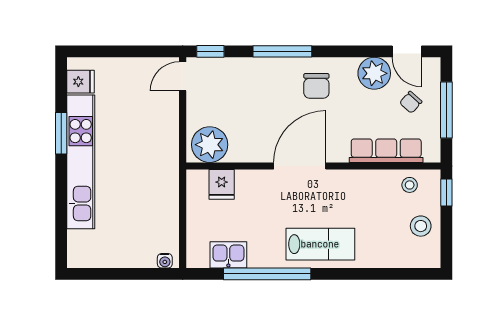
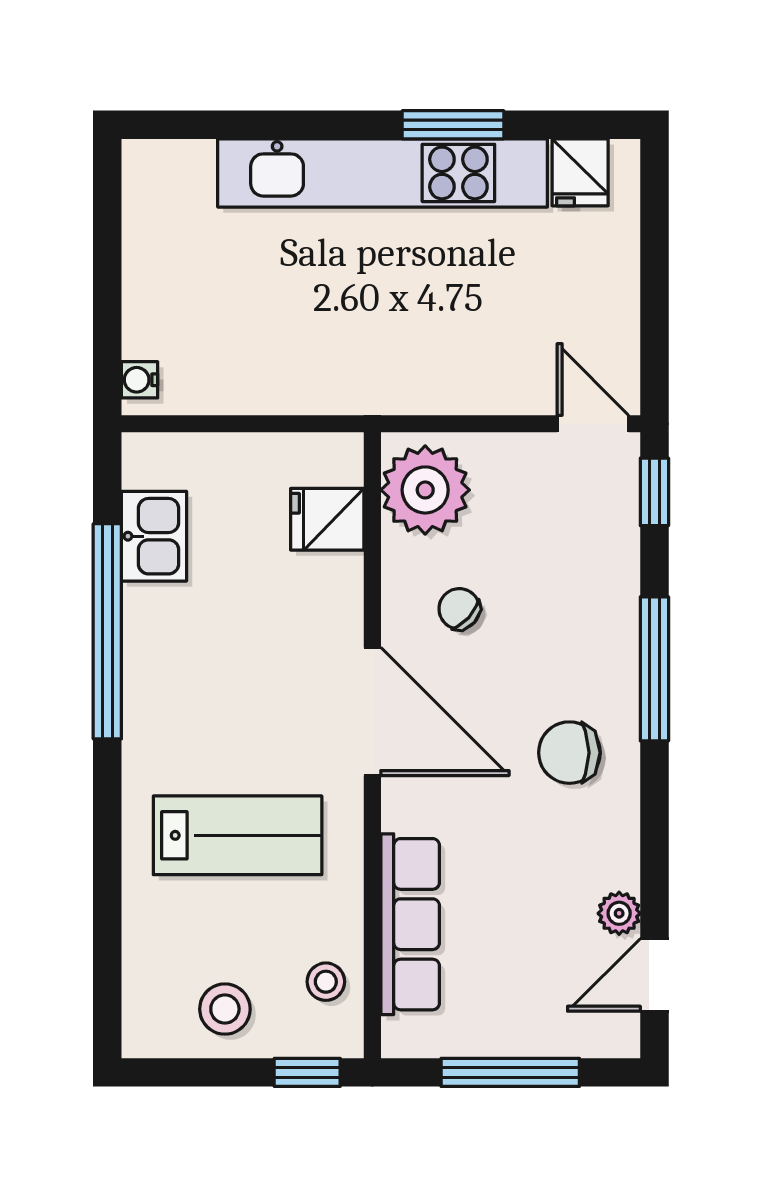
plant: (374, 73) -> (619, 913), width x0.53, depth x0.53
chair: (411, 102) -> (459, 609), moved
lab bench: (320, 244) -> (238, 835), moved, turned -90

